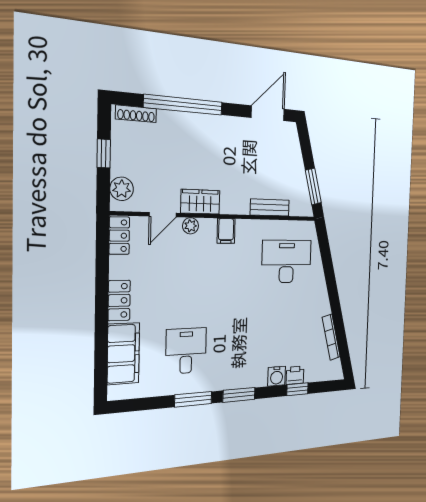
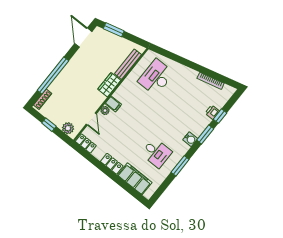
window: (313, 187) -> (114, 30), moved
wardrobe: (200, 202) -> (109, 85), moved
bench: (270, 207) -> (128, 64), width x1.36
filing cabinet: (226, 231) -> (113, 104), moved
desk: (186, 351) -> (156, 153), turned 180
water cooler: (277, 376) -> (190, 139), moved
window: (239, 395) -> (205, 134), moved

